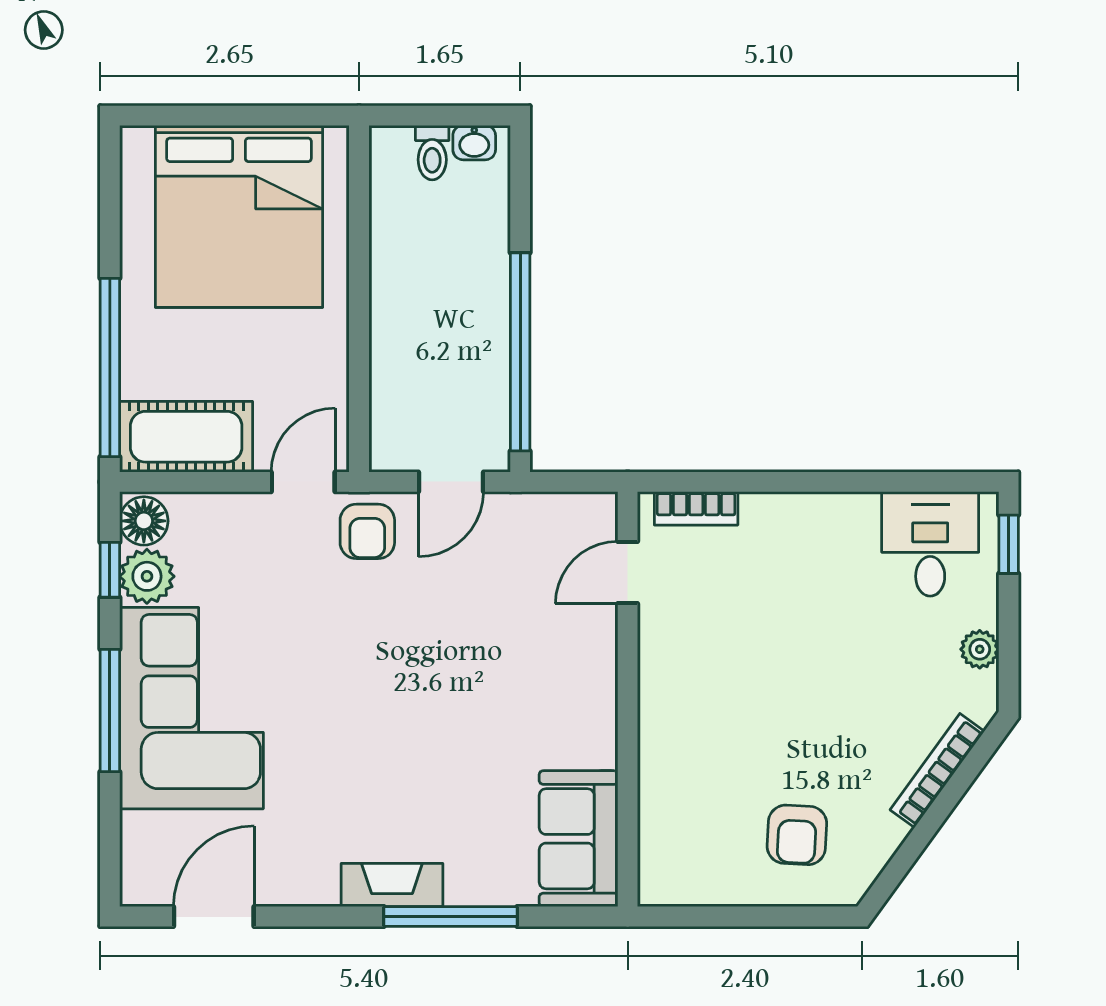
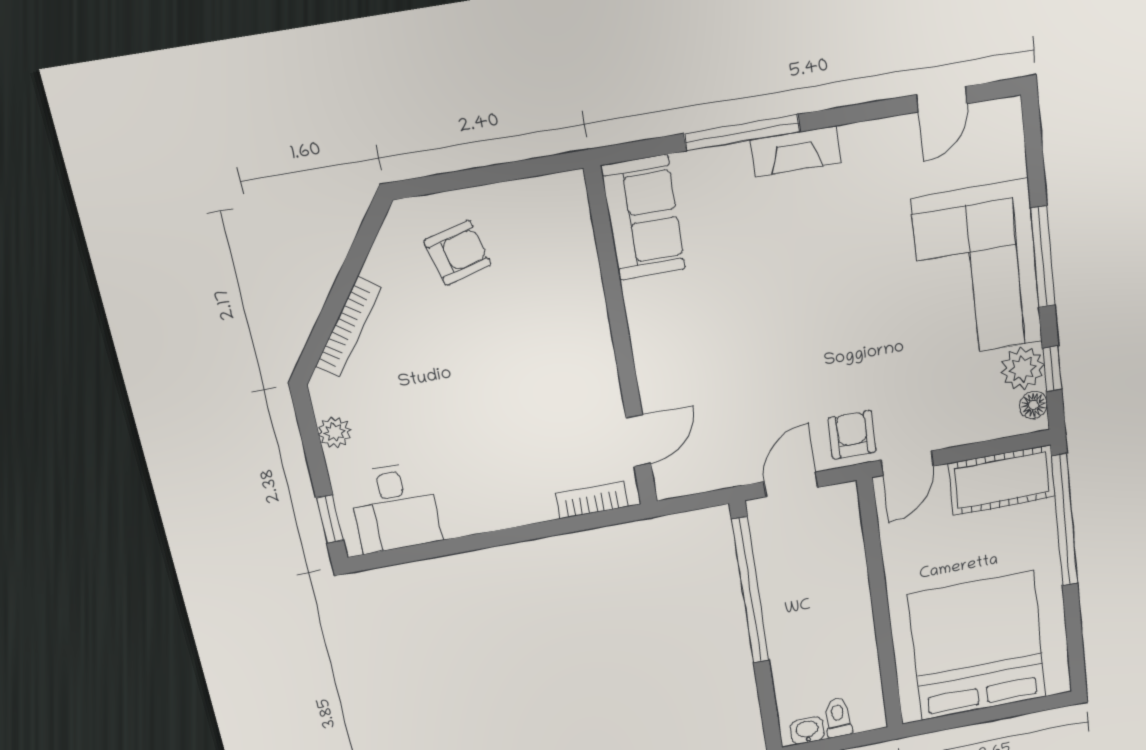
floor lamp: (144, 521) -> (1033, 405), width x0.73, depth x0.73
armchair: (797, 835) -> (457, 253), turned 72
door: (214, 917) -> (942, 99), width x0.73

